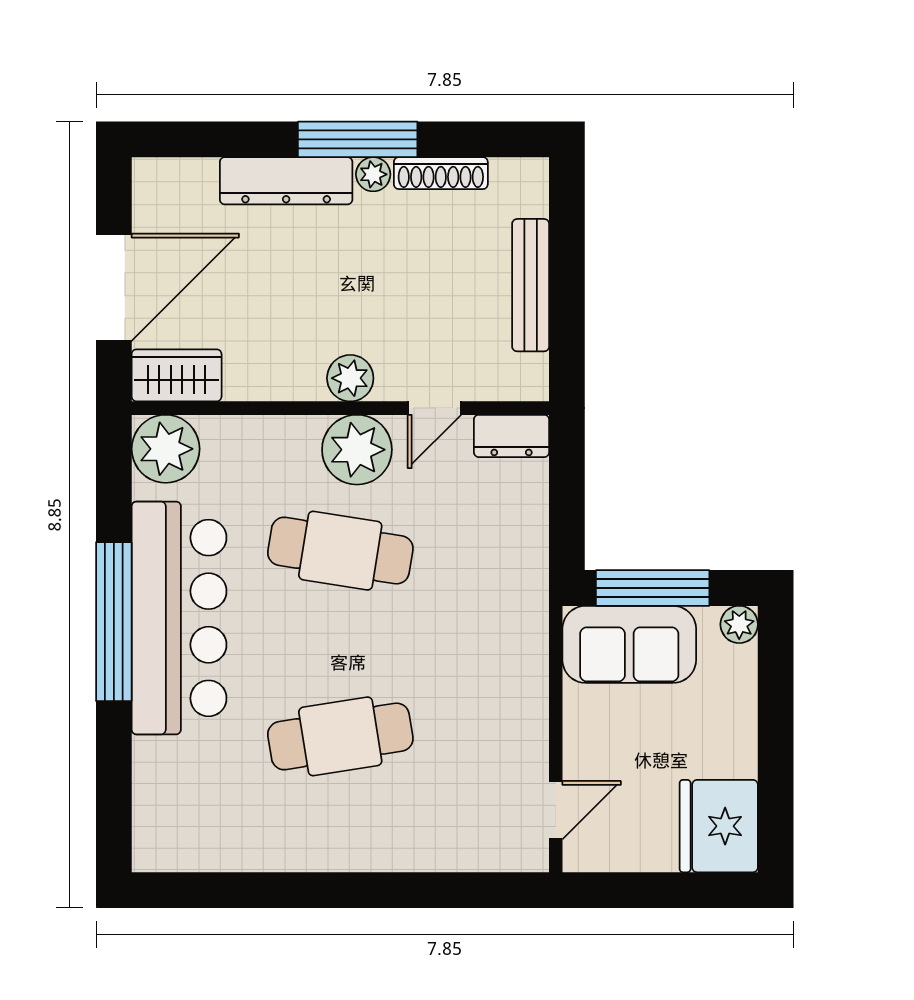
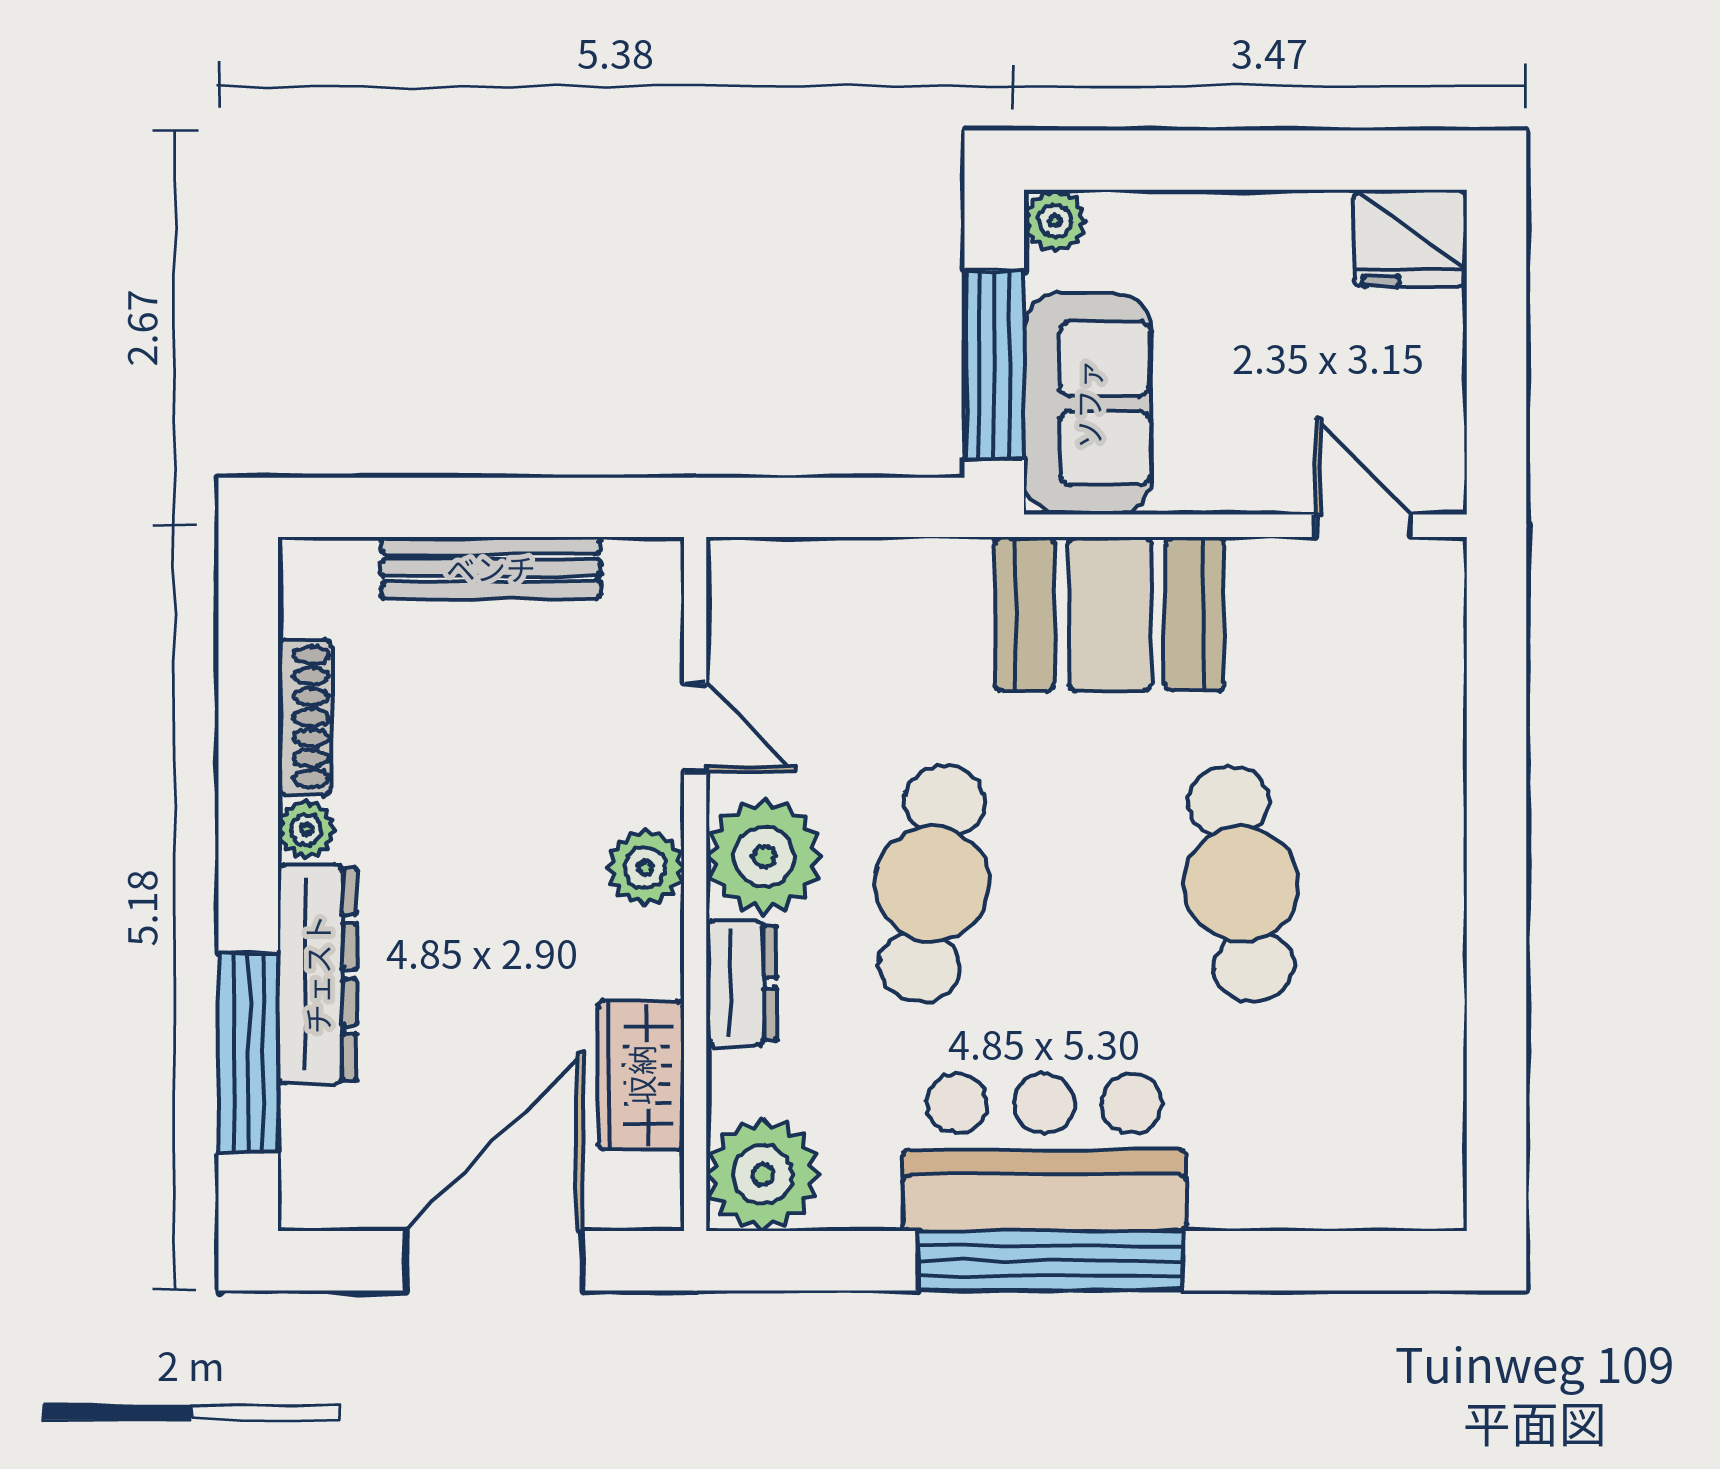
window: (358, 139) -> (248, 1052), moved
door: (114, 287) -> (494, 1261), hinge flipped
wardrobe: (177, 375) -> (641, 1075), moved
dresser: (511, 436) -> (741, 983), moved
bar counter: (179, 618) -> (1044, 1152), width x0.73
booth: (503, 658) -> (1110, 614), added
fridge: (719, 826) -> (1410, 238), width x0.73, depth x0.75

